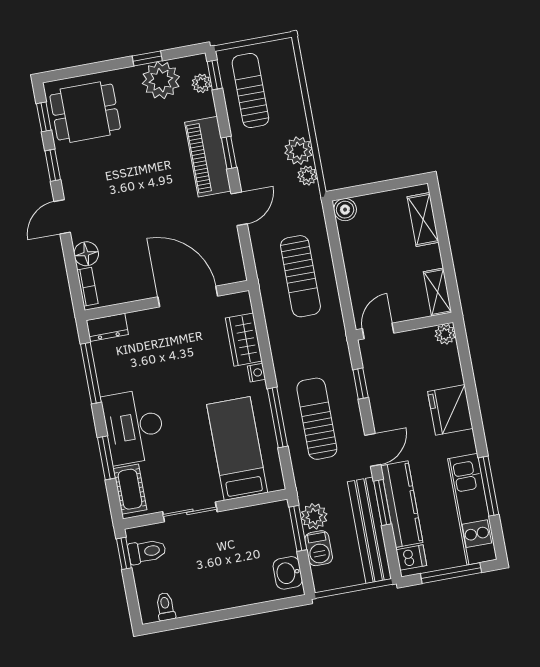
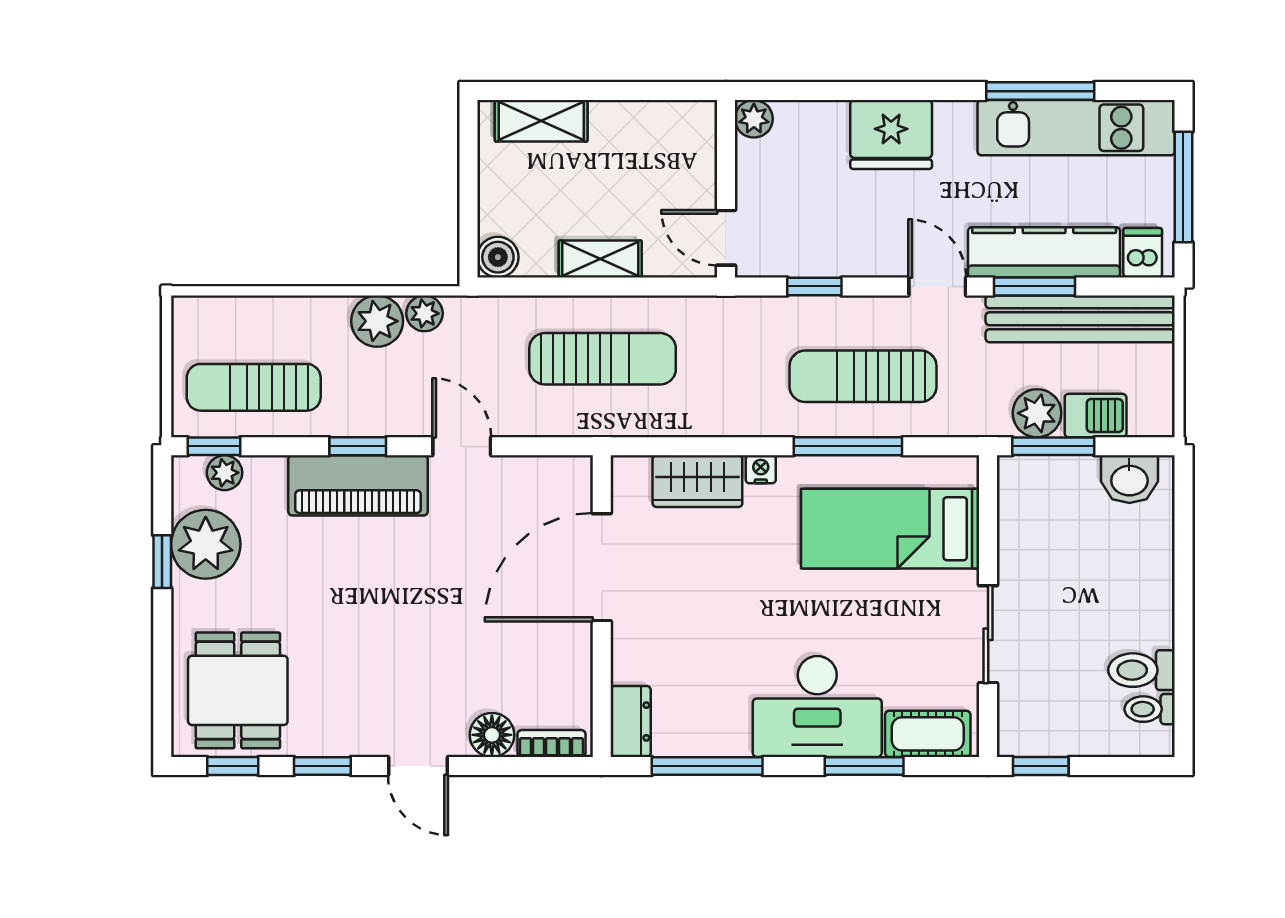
shelving: (438, 292) -> (600, 259), moved
toilet: (147, 551) -> (1141, 670), moved, turned -90

